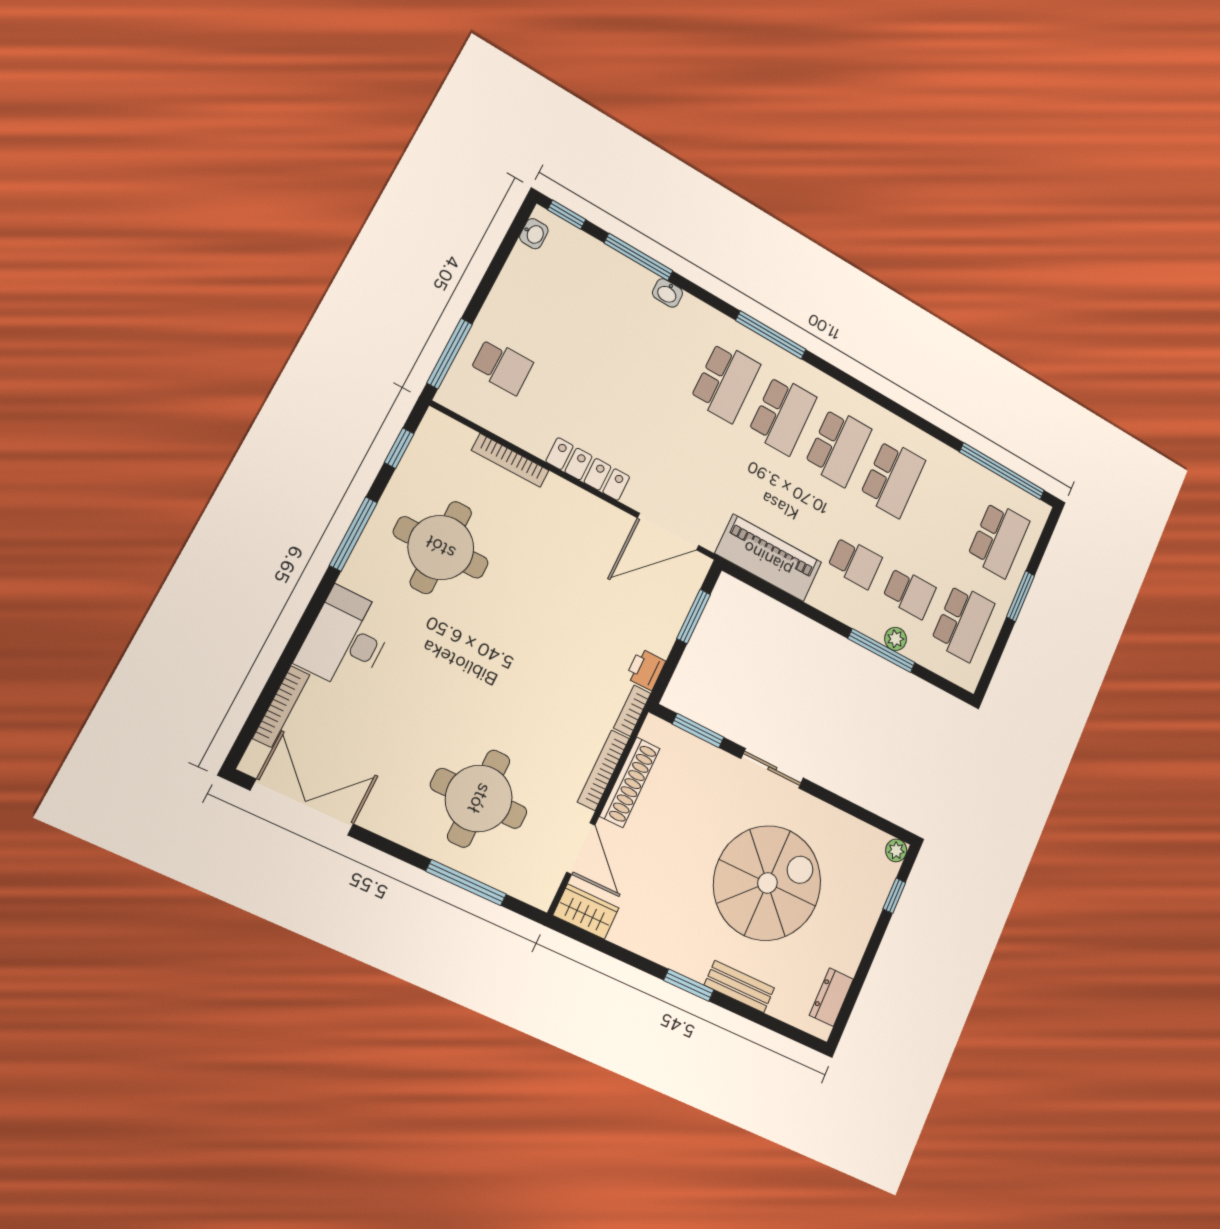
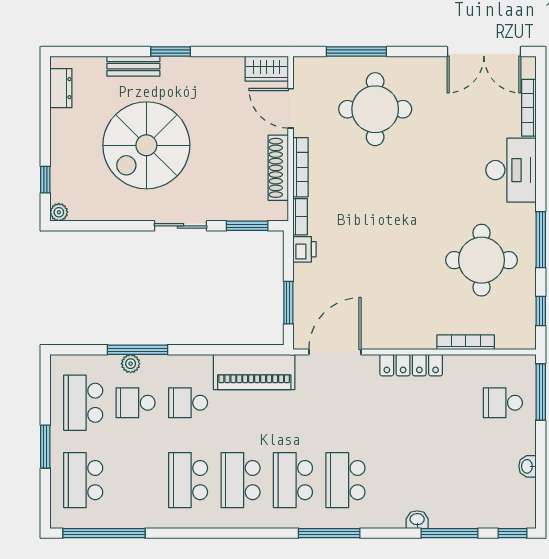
washbasin: (534, 234) -> (527, 466), moved

